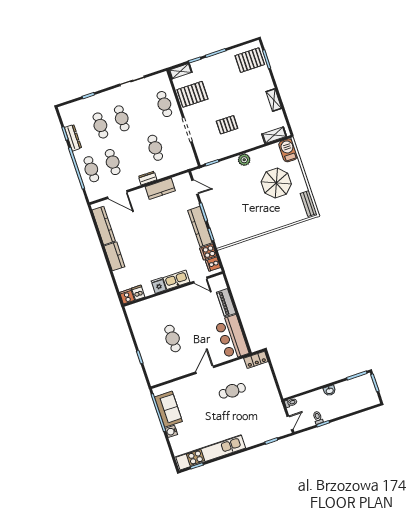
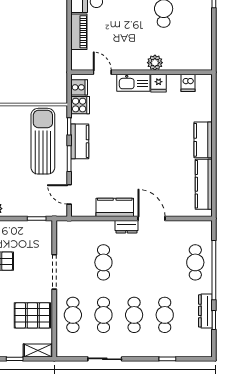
cafe table: (113, 162) -> (103, 315), moved
door: (117, 194) -> (151, 219), moved
sun lounger: (226, 218) -> (43, 141), added
kitchen counter: (200, 227) -> (80, 141), width x0.67
cooker: (127, 296) -> (204, 83), removed
plant: (166, 299) -> (155, 63), added

